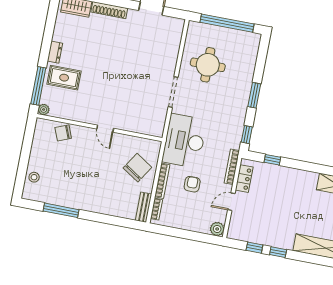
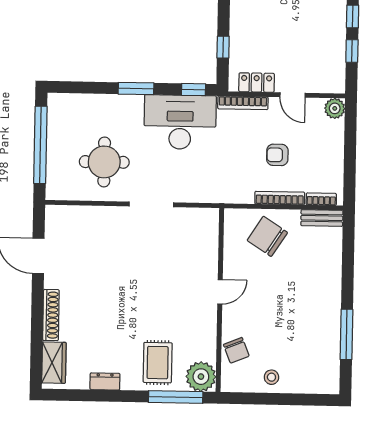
dresser: (55, 52) -> (105, 381), moved
plant: (44, 109) -> (201, 377), width x1.87, depth x1.87
desk: (184, 141) -> (180, 122), moved, turned 180
stool: (34, 177) -> (271, 377), moved

